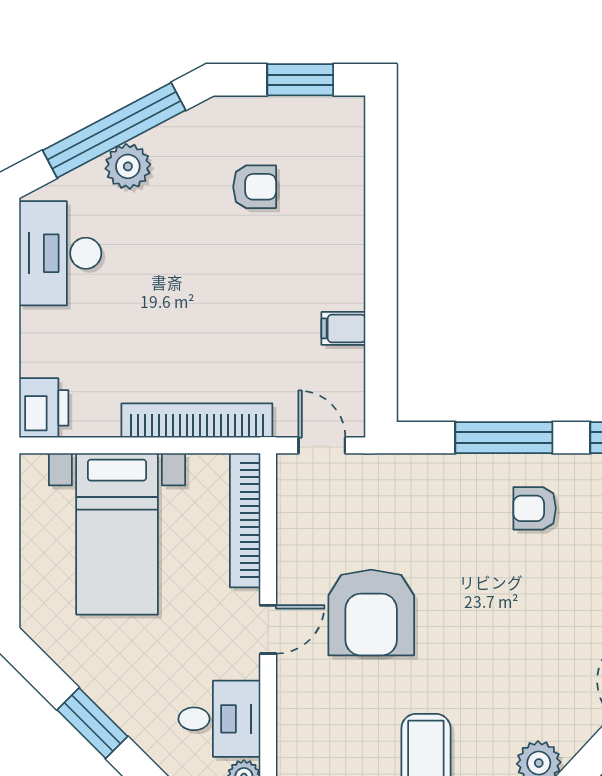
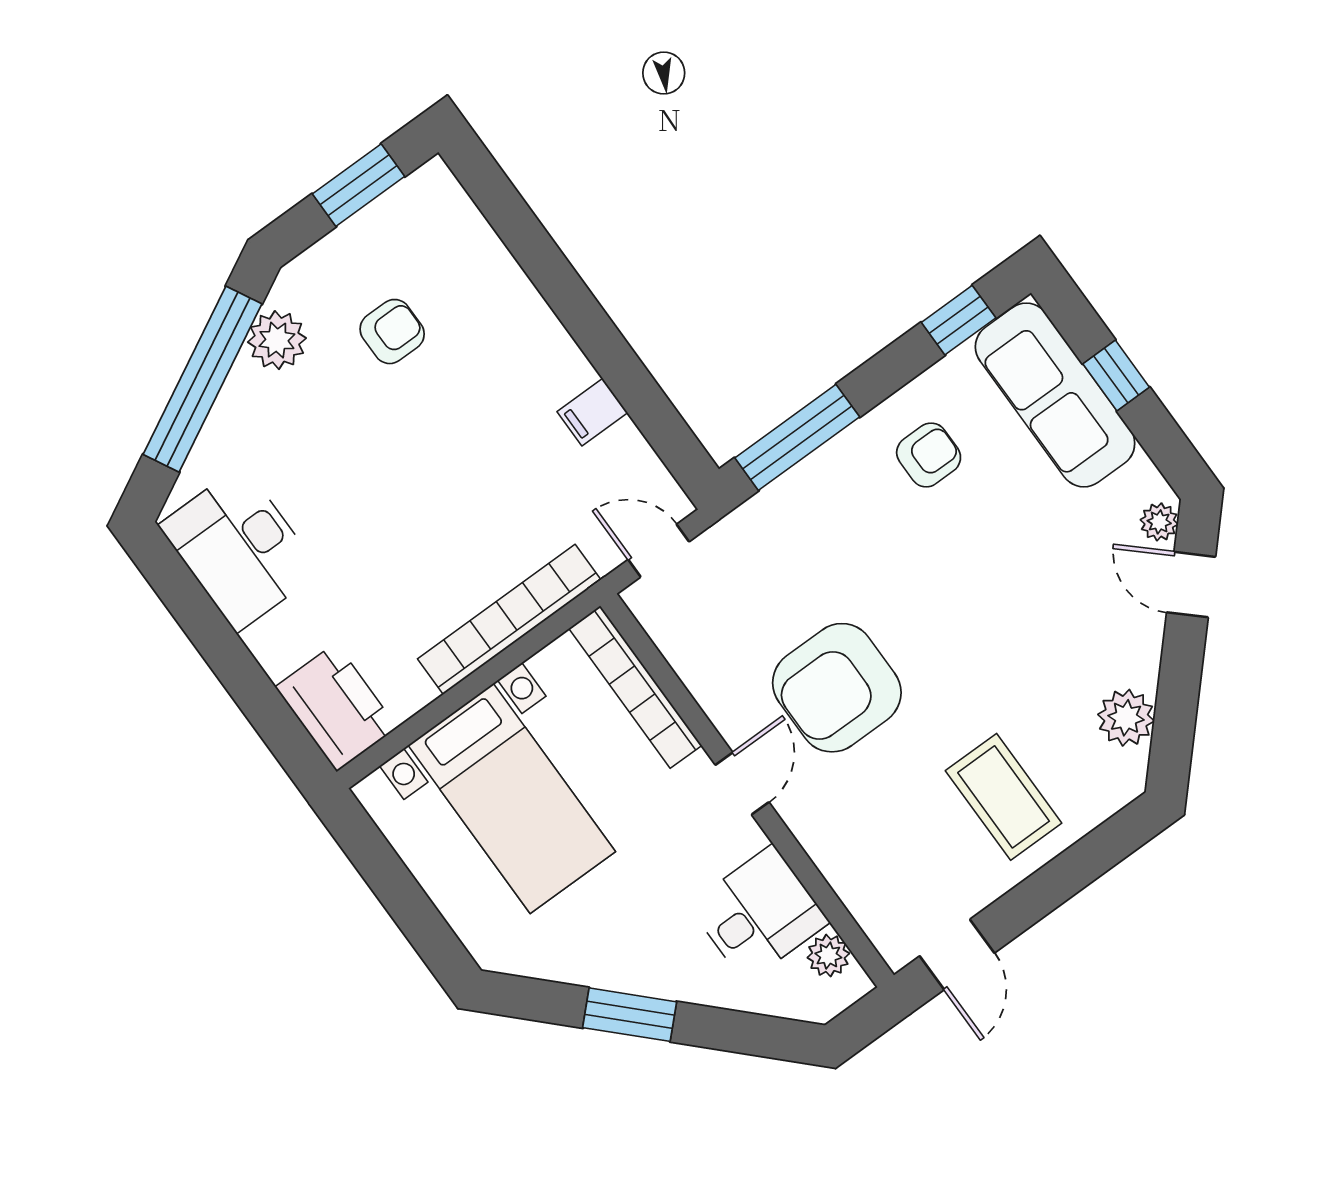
plant: (128, 166) -> (277, 340), moved
printer: (44, 408) -> (336, 707), width x1.37, depth x1.19
window: (504, 438) -> (797, 437), moved
armchair: (535, 508) -> (929, 455), turned 180
armchair: (371, 613) -> (837, 688), turned 90

